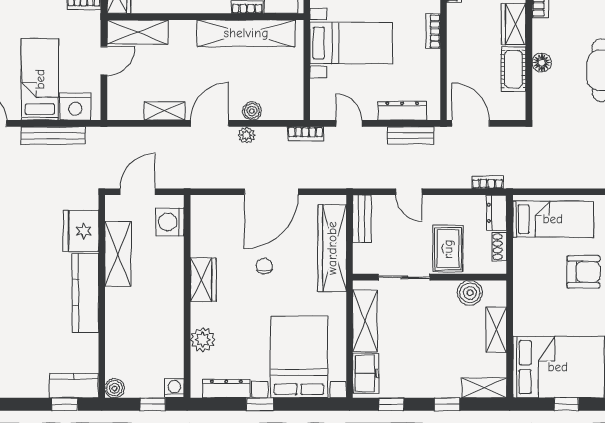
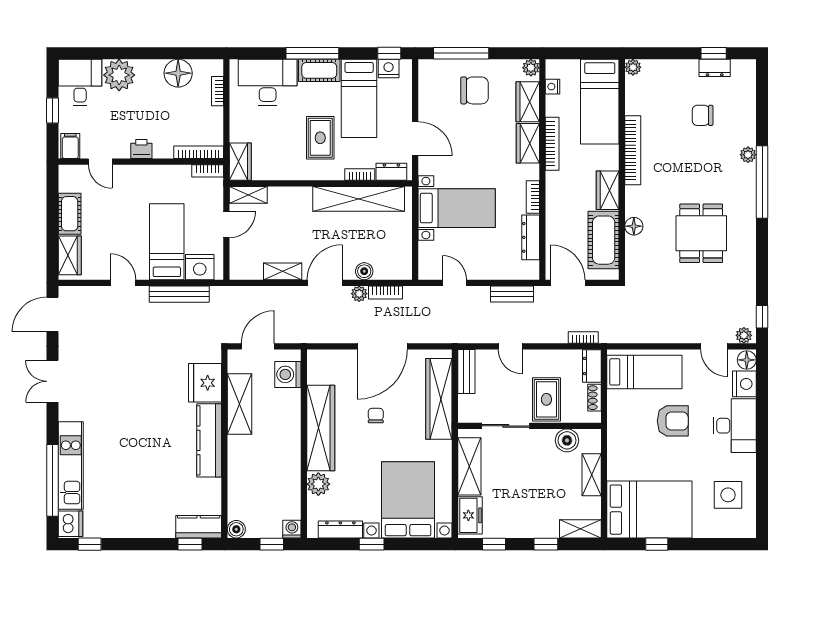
shelving: (138, 32) -> (248, 195), width x0.67, depth x0.75
cot: (513, 69) -> (604, 240), width x1.37, depth x1.34
dresser: (402, 111) -> (531, 237), moved, turned -90
bookcase: (305, 134) -> (385, 292), moved
wardrobe: (203, 280) -> (321, 428), width x2.10, depth x1.17

